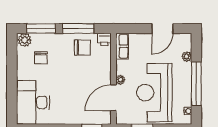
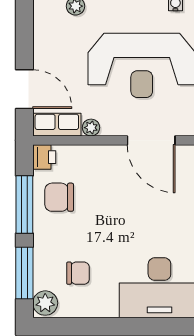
door: (162, 29) -> (24, 89), moved
chair: (82, 48) -> (59, 197), turned -90
plant: (120, 80) -> (91, 128), moved

